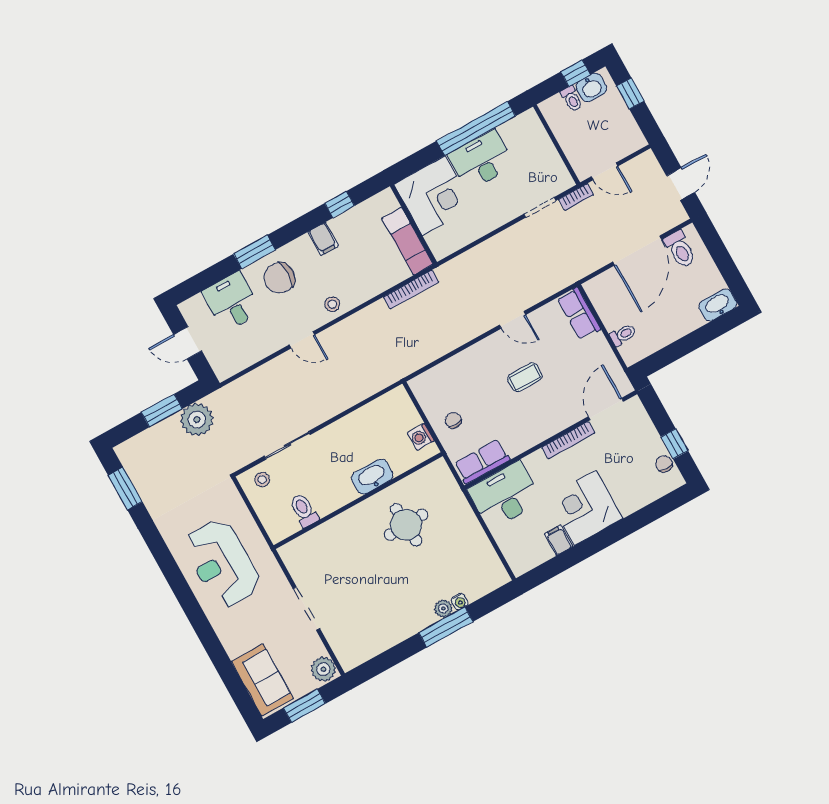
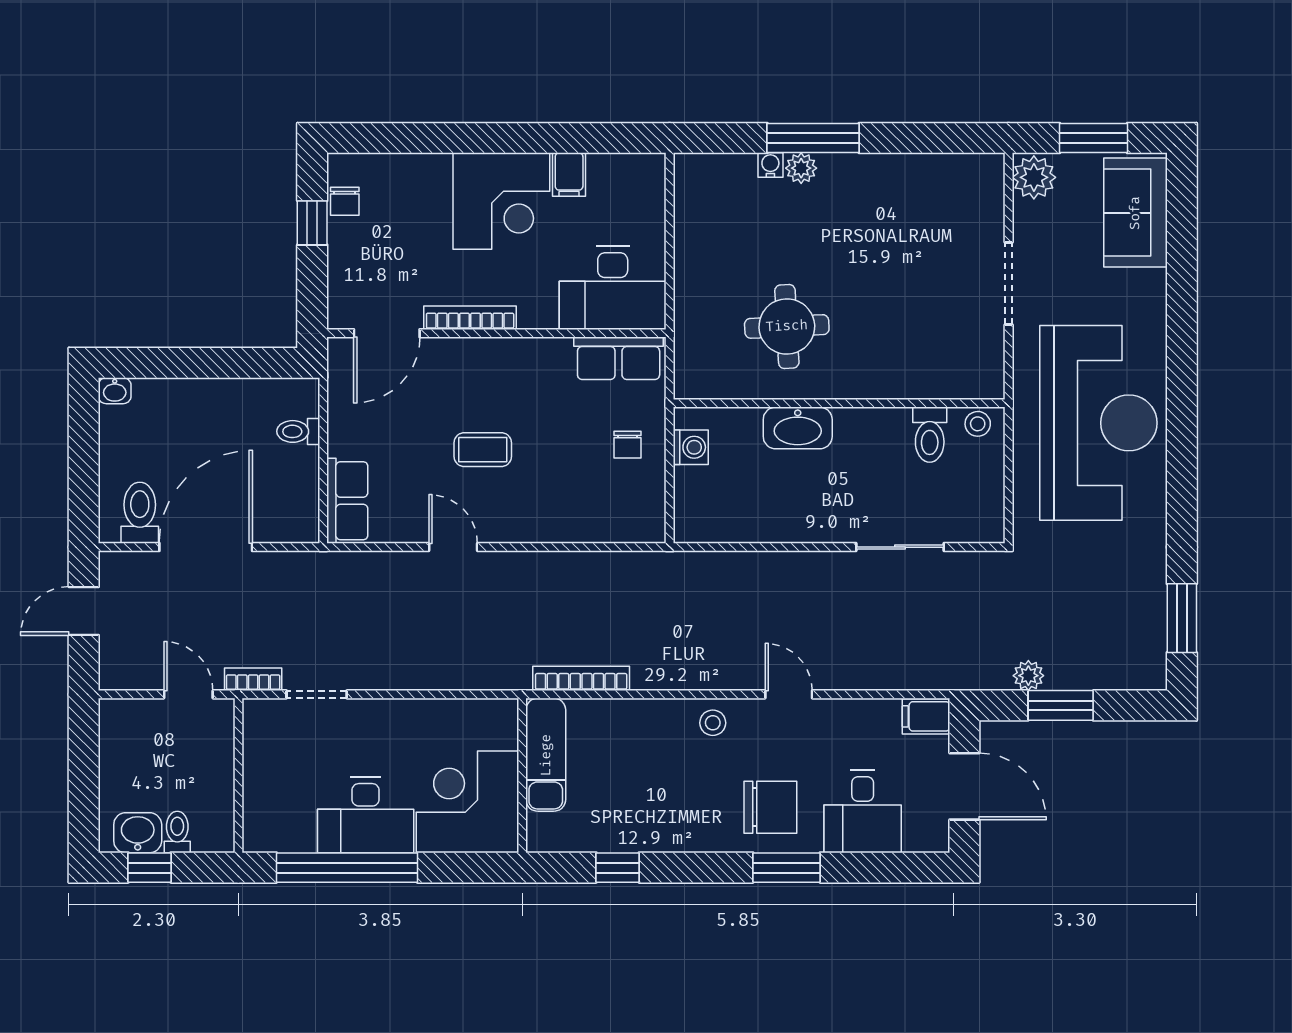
window: (630, 93) -> (84, 791), removed
filing cabinet: (323, 239) -> (926, 716), moved, turned -90
washbasin: (718, 305) -> (115, 391), width x0.52, depth x0.69
door: (188, 343) -> (964, 786), width x1.38
plant: (197, 420) -> (1028, 676), width x0.53, depth x0.53
stool: (262, 480) -> (978, 424), moved
reception desk: (222, 564) -> (1098, 423), width x1.36, depth x1.30

